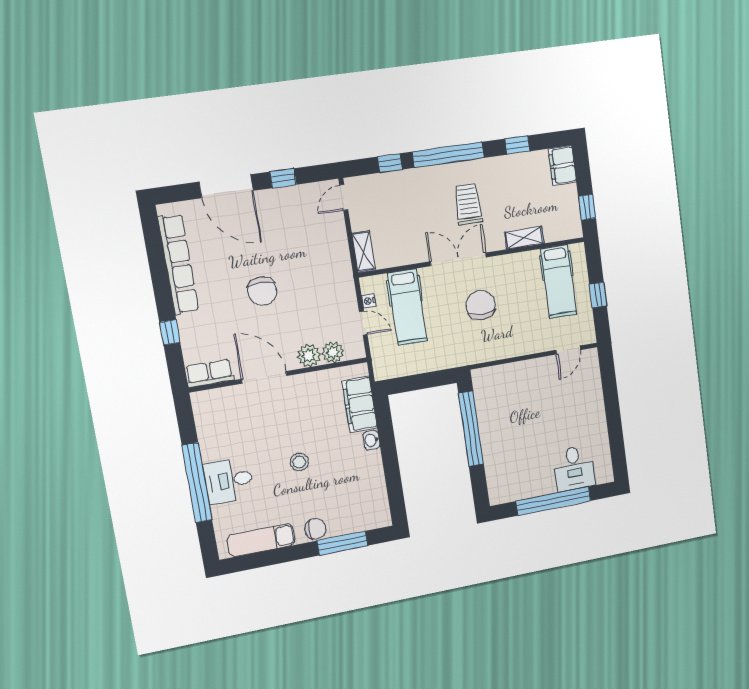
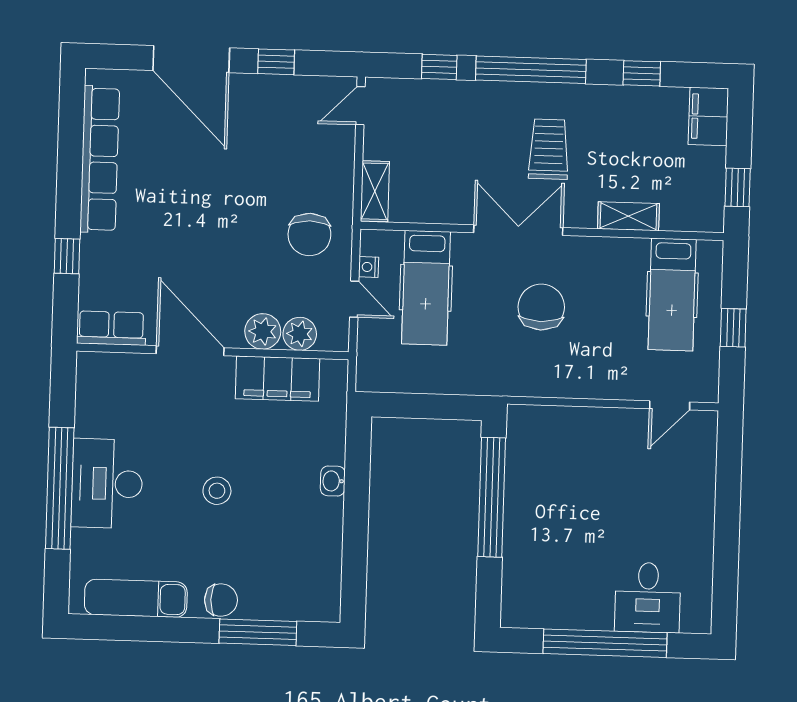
chair: (262, 291) -> (309, 235), moved
filing cabinet: (360, 404) -> (277, 379), moved, turned -90
desk: (229, 481) -> (107, 484), width x1.37

